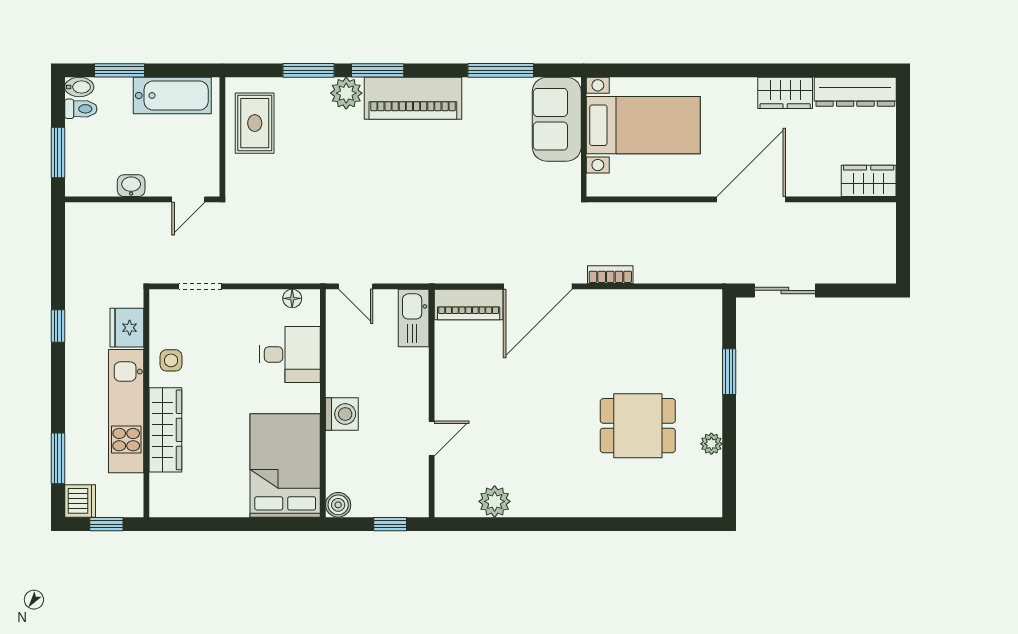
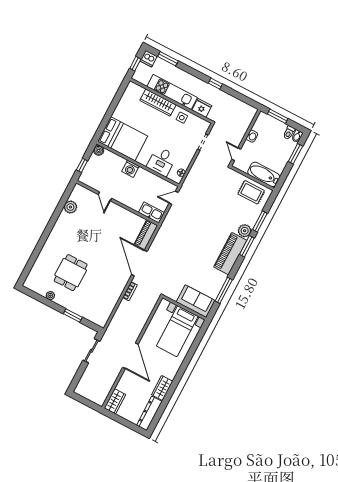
bathtub: (172, 96) -> (264, 174), moved, turned 90

